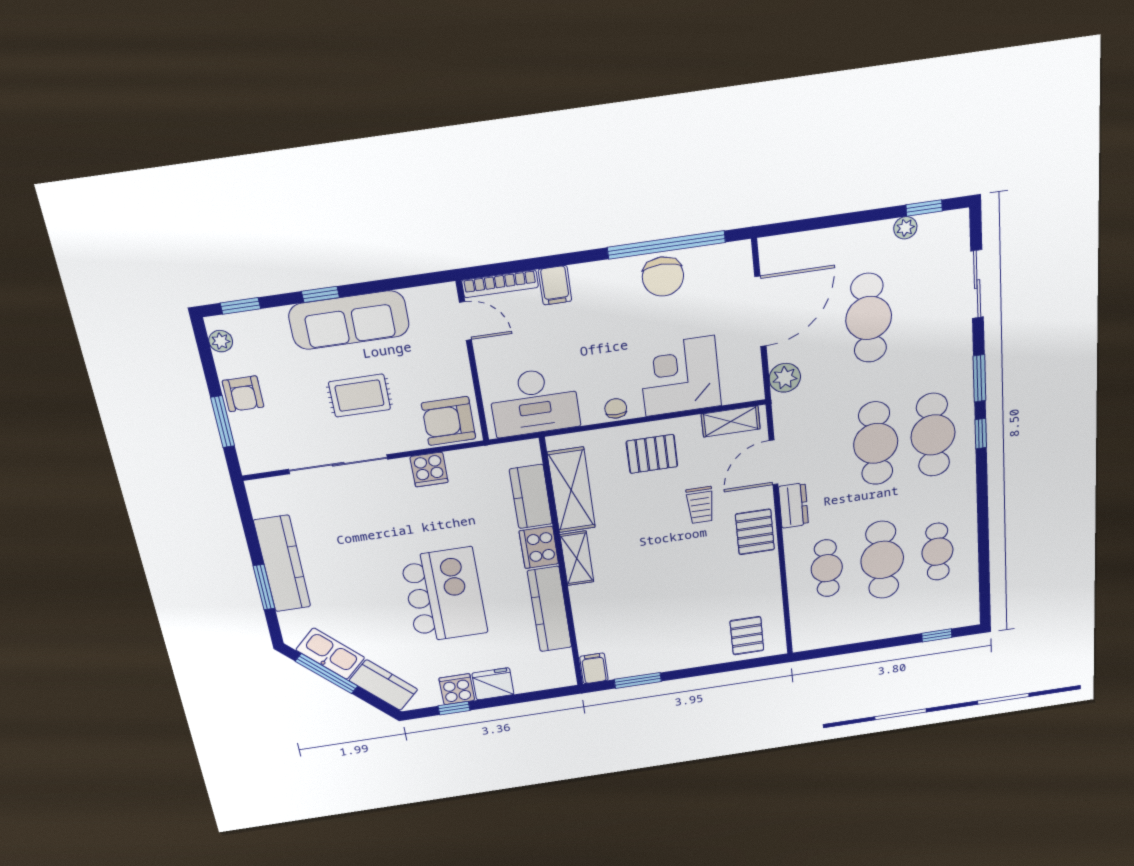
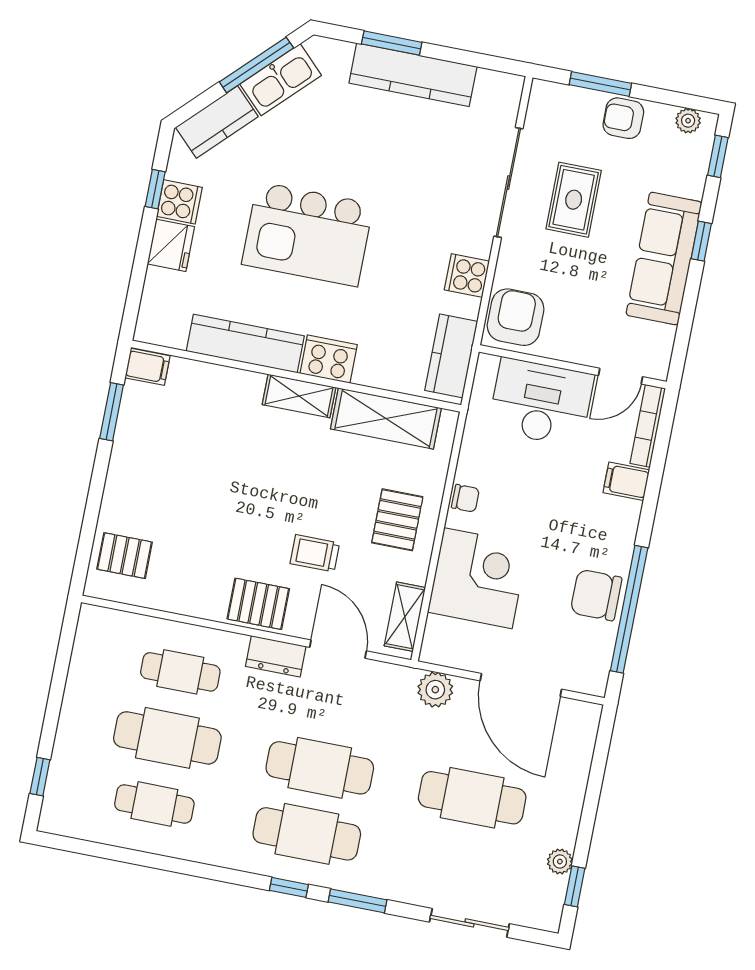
rug: (360, 396) -> (574, 200), moved
desk: (534, 402) -> (541, 402), moved, turned 90
kitchen counter: (531, 497) -> (451, 356), moved, turned -90

